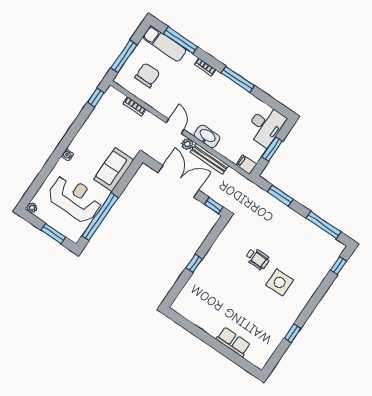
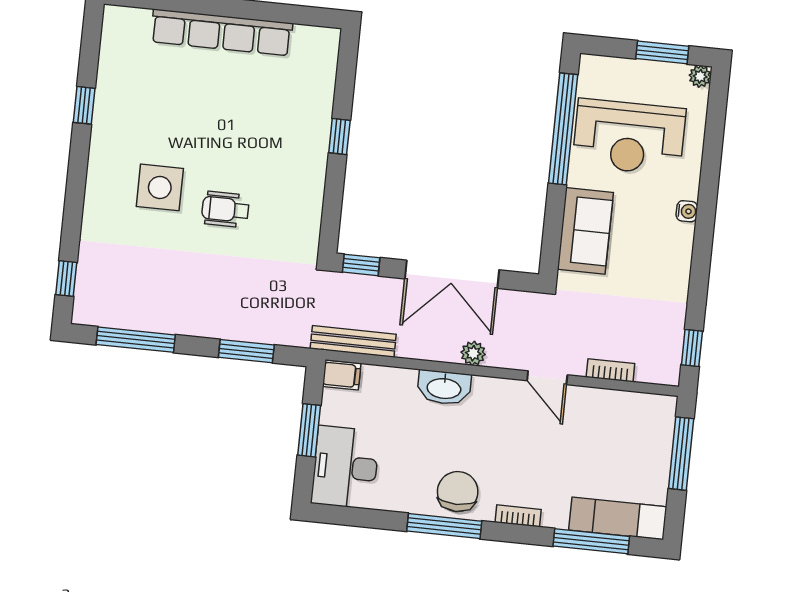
chair: (147, 75) -> (458, 492), moved, turned 180
door: (175, 126) -> (547, 378), moved
bench: (209, 159) -> (353, 341), moved
window: (54, 234) -> (662, 52), moved
row of seats: (233, 342) -> (222, 32), width x2.02

